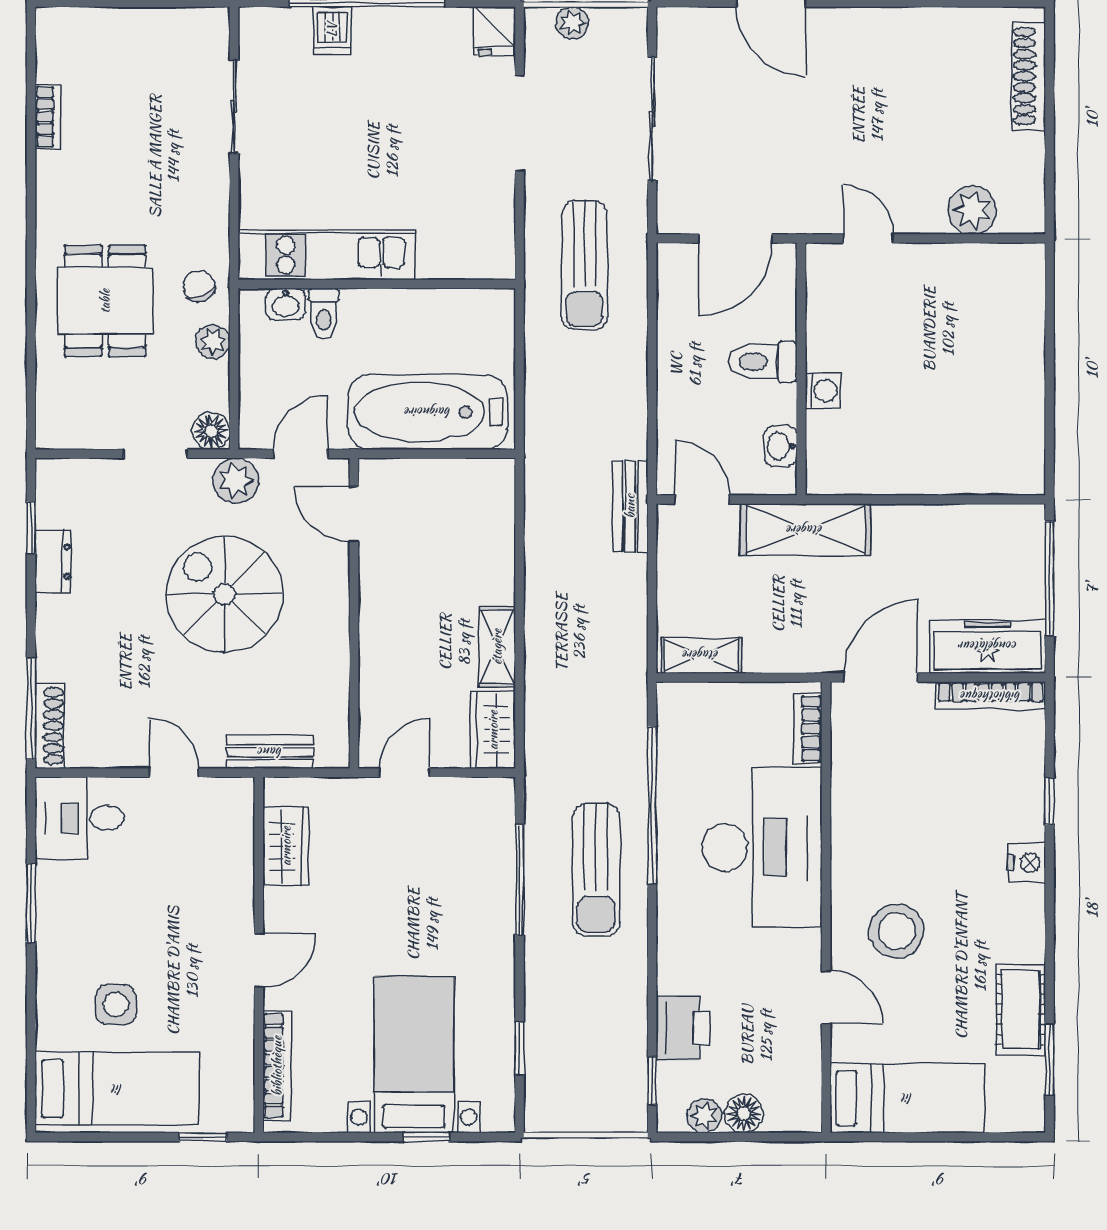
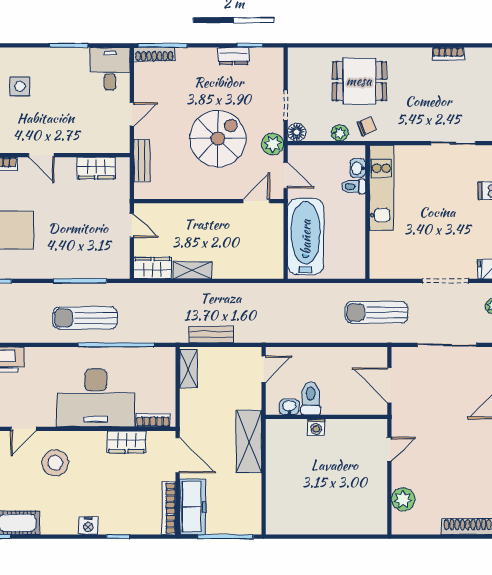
toilet: (763, 362) -> (311, 398), moved
bench: (630, 506) -> (211, 334), moved
shelving: (805, 530) -> (249, 442), moved
wardrobe: (853, 784) -> (126, 442), added

